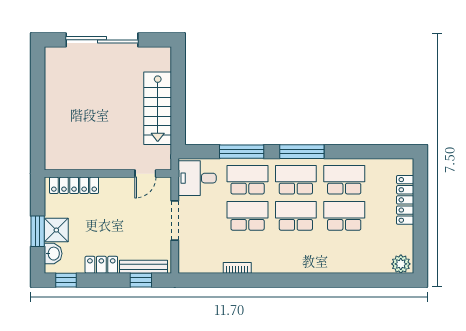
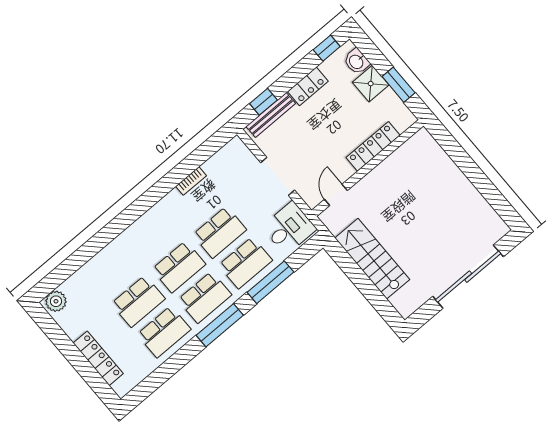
locker: (74, 185) -> (373, 146), moved
window: (38, 231) -> (399, 85), moved

